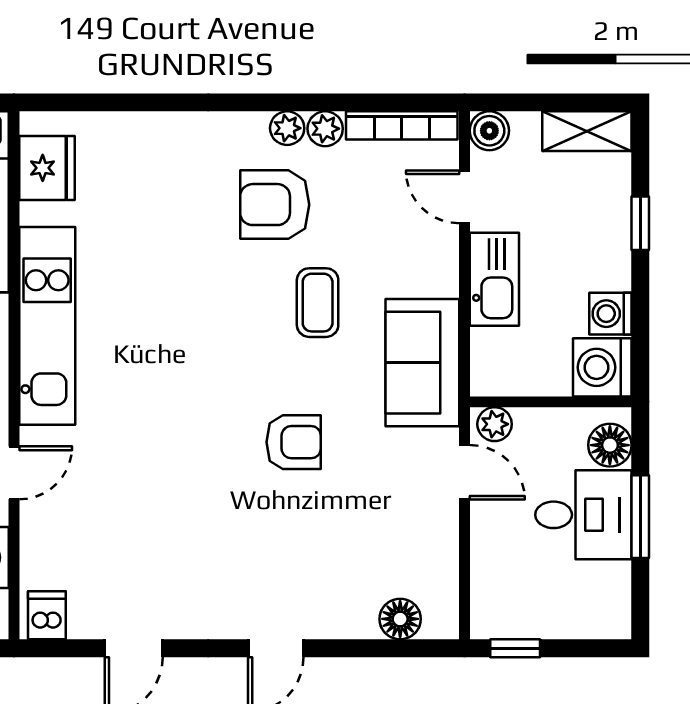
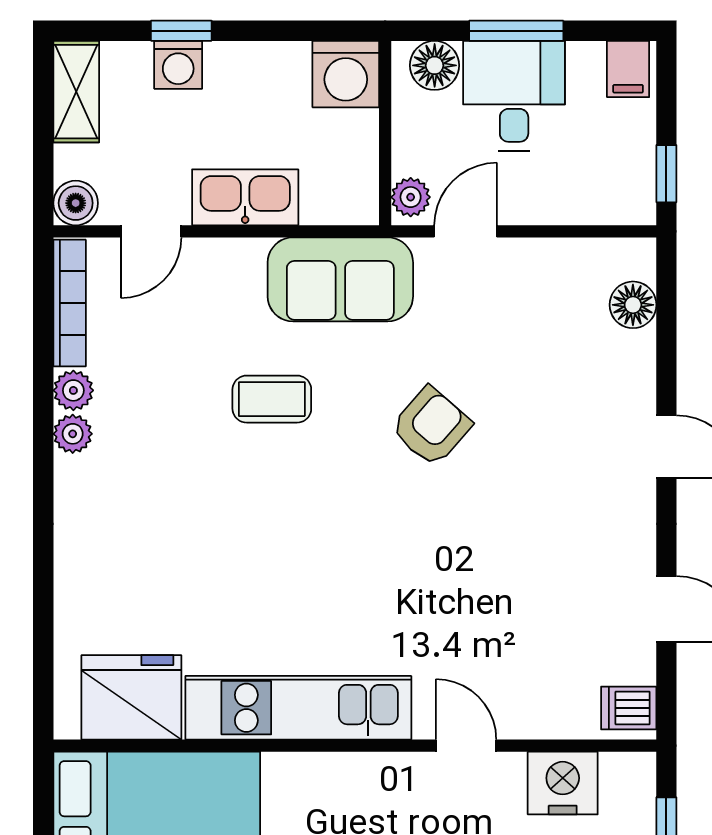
fridge: (47, 168) -> (131, 697), width x1.36, depth x1.34
armchair: (275, 205) -> (160, 448), removed
washing machine: (610, 314) -> (178, 65), moved
armchair: (294, 442) -> (431, 426), turned 41
filing cabinet: (607, 615) -> (628, 69), added

